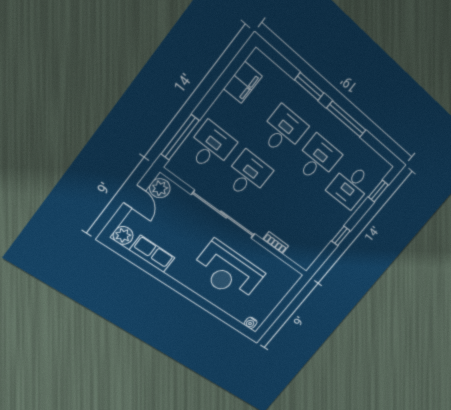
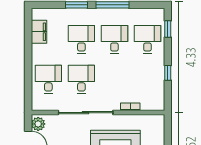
window: (180, 137) -> (28, 87), removed
desk: (350, 186) -> (147, 39), turned 180

